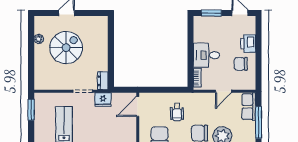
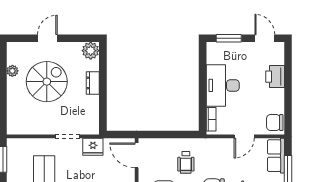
plant: (101, 23) -> (91, 51), added
desk: (206, 55) -> (223, 85), width x1.37
chair: (241, 64) -> (275, 122), moved
dresser: (103, 81) -> (93, 83), moved
door: (138, 106) -> (137, 155), hinge flipped

